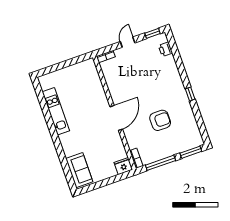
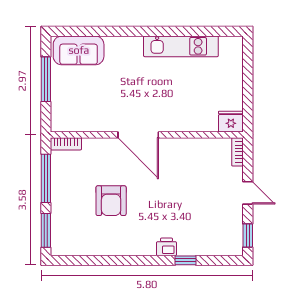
printer: (165, 49) -> (166, 247), moved
window: (190, 94) -> (186, 260), moved
fridge: (123, 166) -> (231, 122), moved, turned -90
window: (103, 183) -> (46, 79), added

